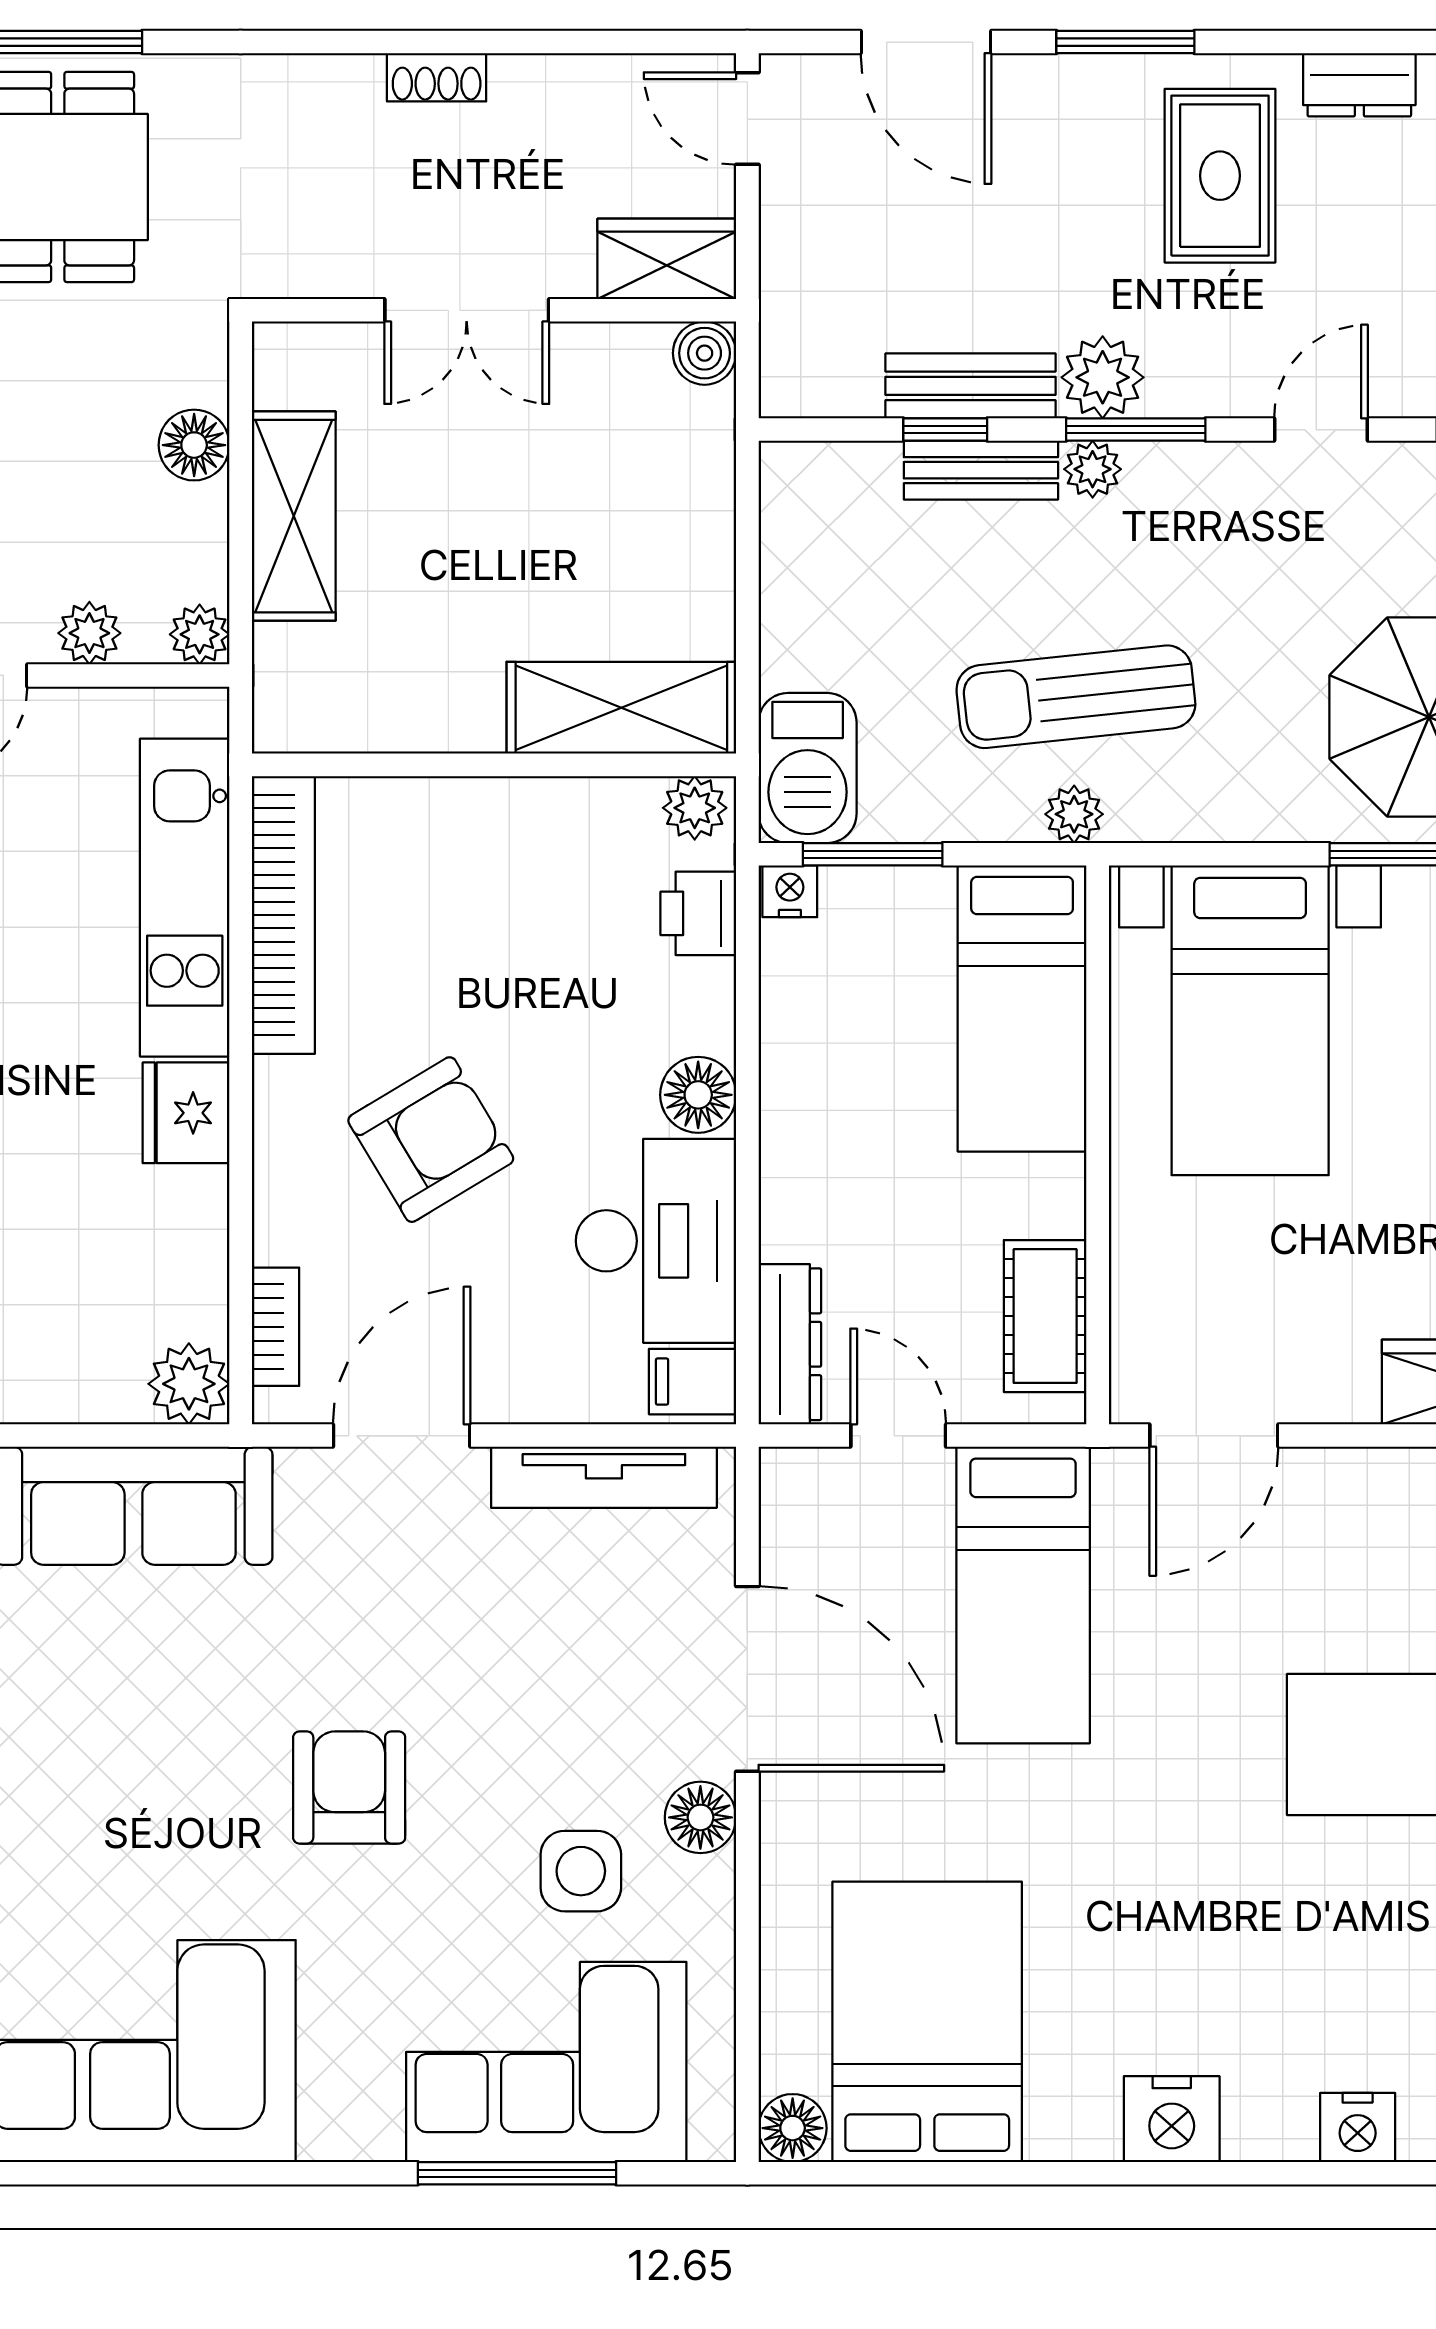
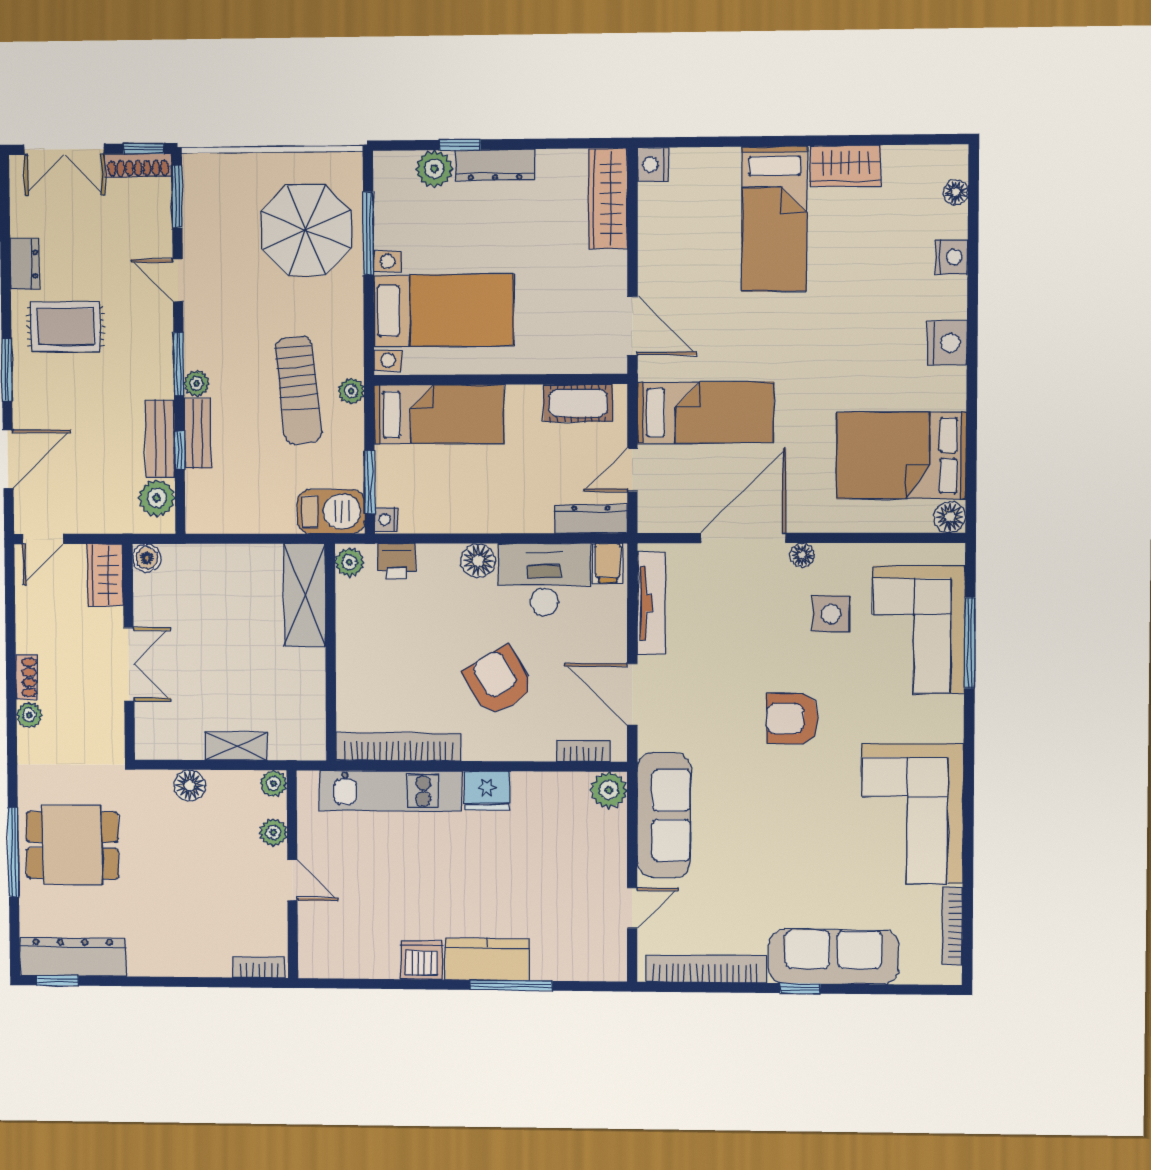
plant: (352, 82) -> (29, 715), added
plant: (1103, 377) -> (157, 498), moved
shelving: (294, 516) -> (236, 746), width x0.67, depth x0.75
floor lamp: (700, 1817) -> (802, 555), width x0.73, depth x0.73

